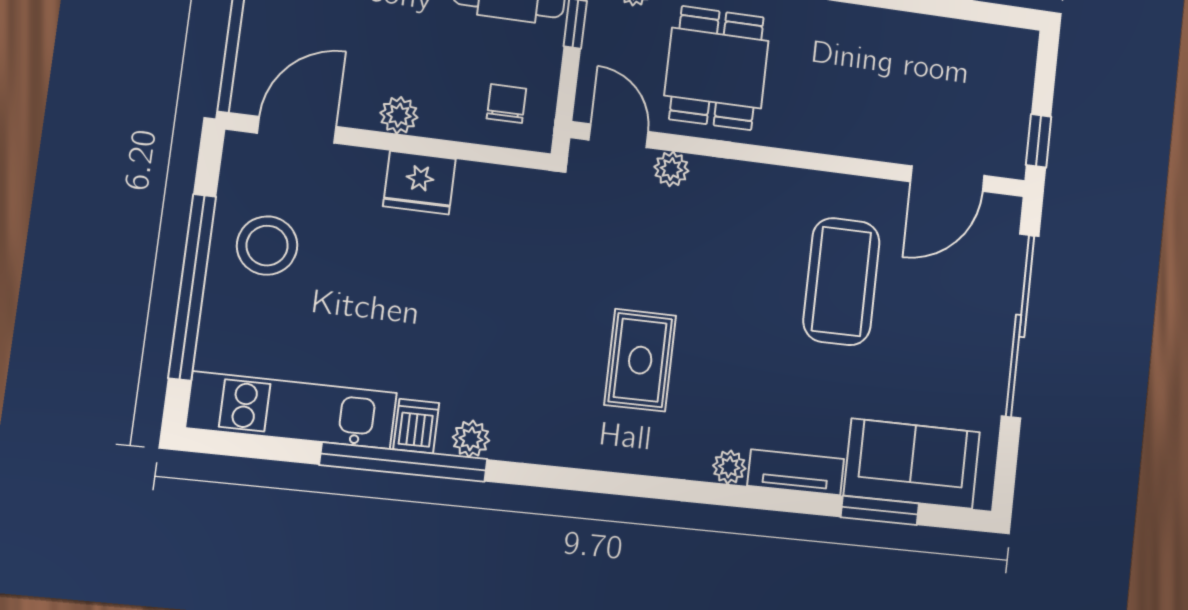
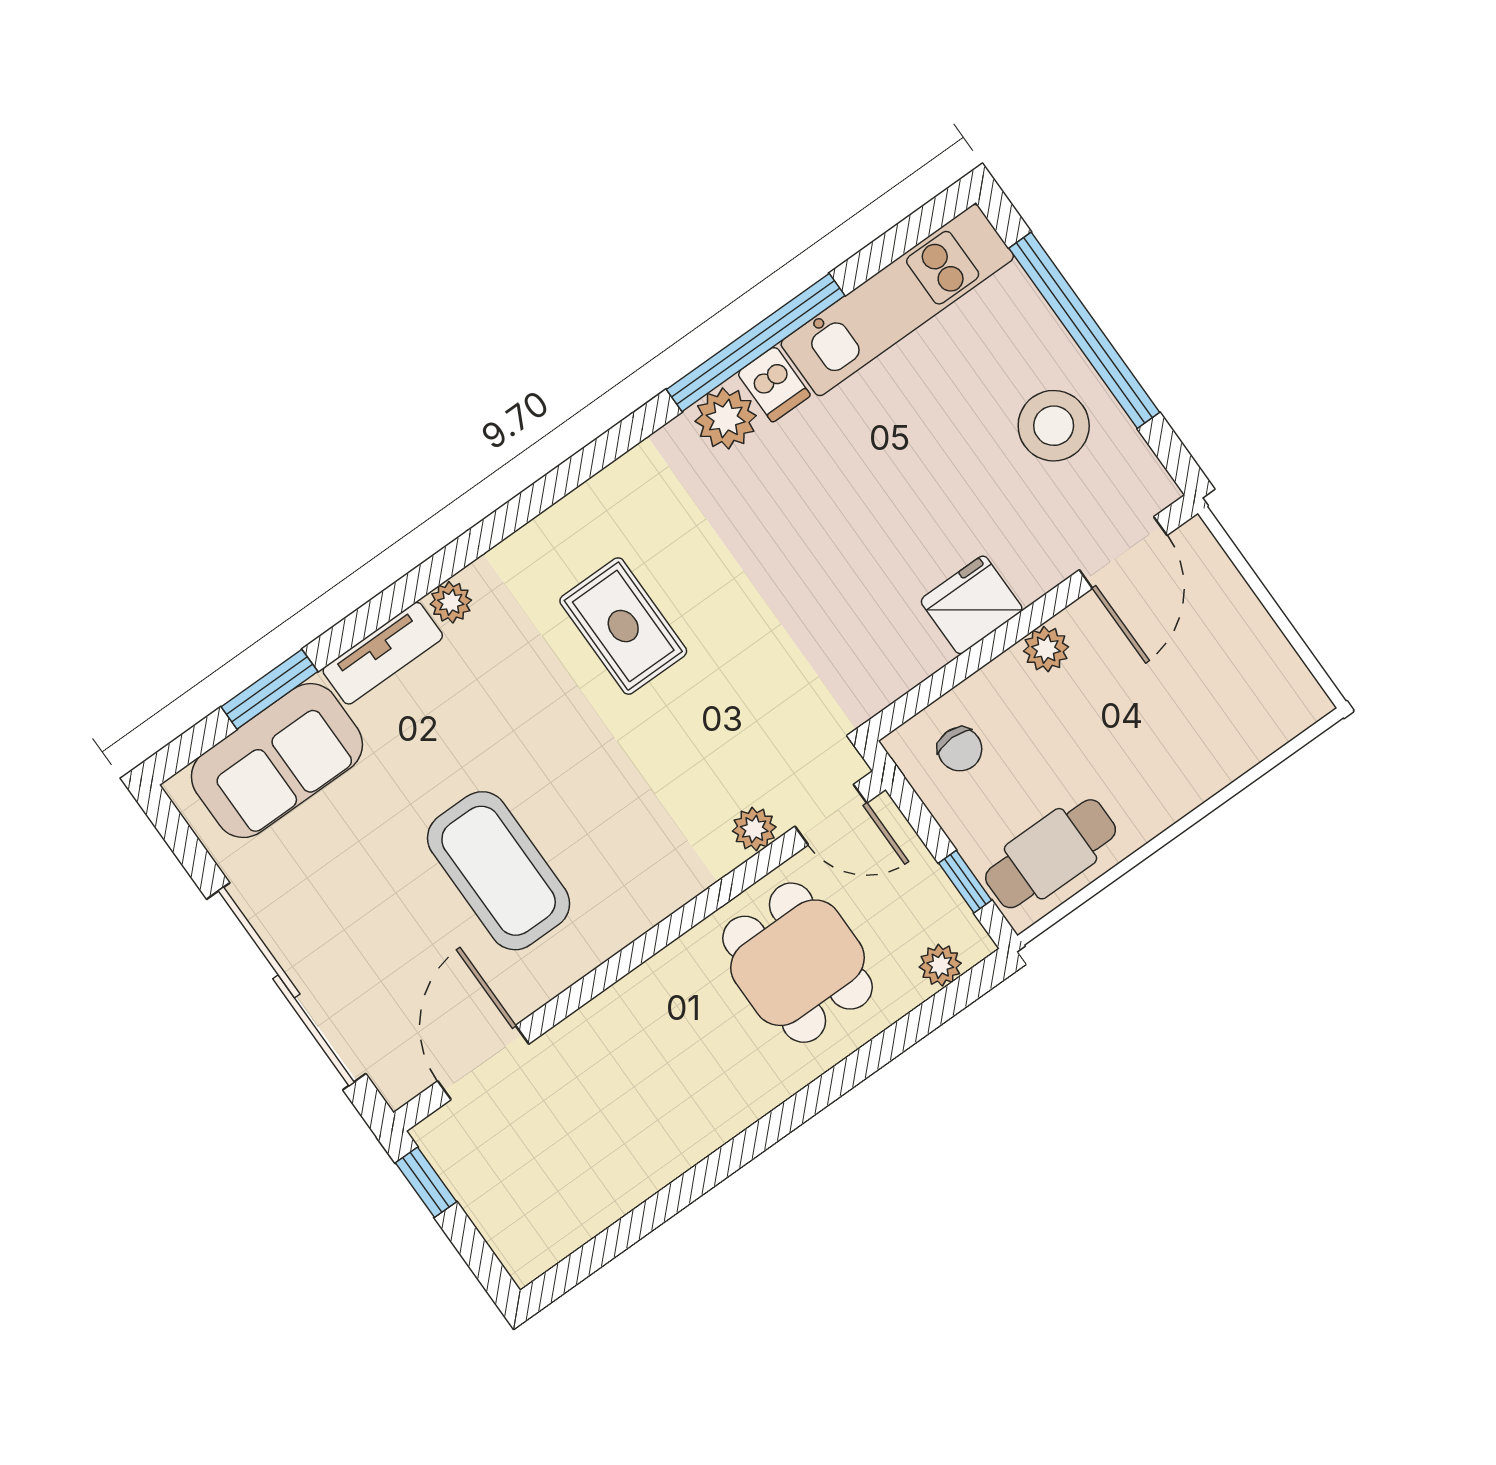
plant: (471, 439) -> (726, 419), width x1.38, depth x1.38

